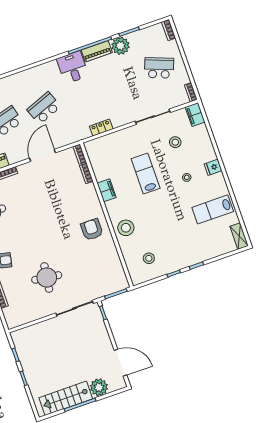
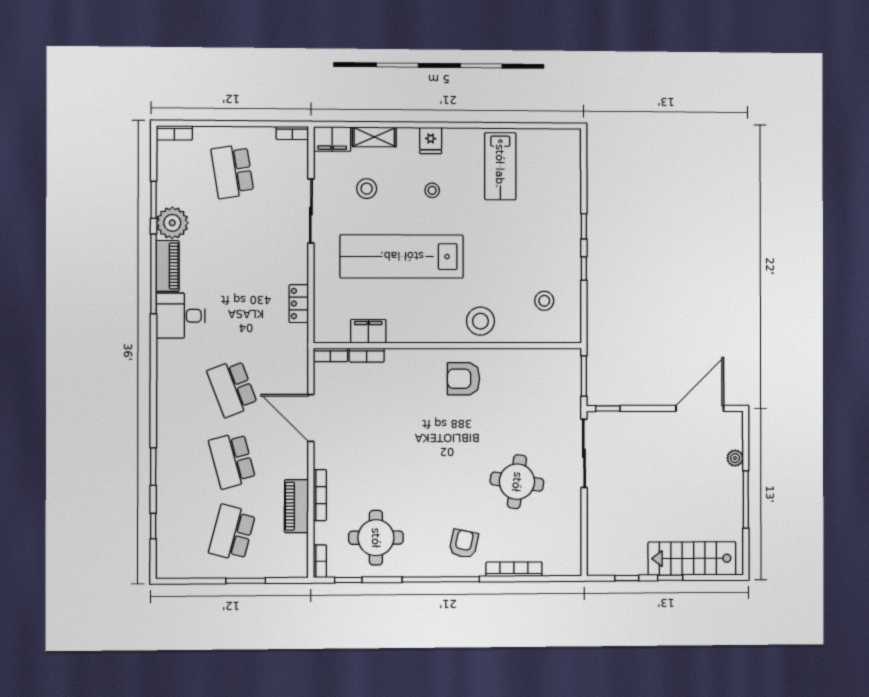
school desk: (159, 68) -> (233, 171), turned -30
lab bench: (146, 173) -> (402, 256), width x1.86, depth x1.39
filing cabinet: (107, 190) -> (368, 331), moved
shelving: (239, 236) -> (374, 137), moved
plant: (99, 387) -> (735, 458), width x0.53, depth x0.53
stairs: (66, 398) -> (692, 558), moved, turned 90

